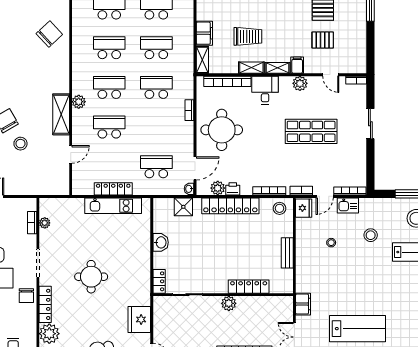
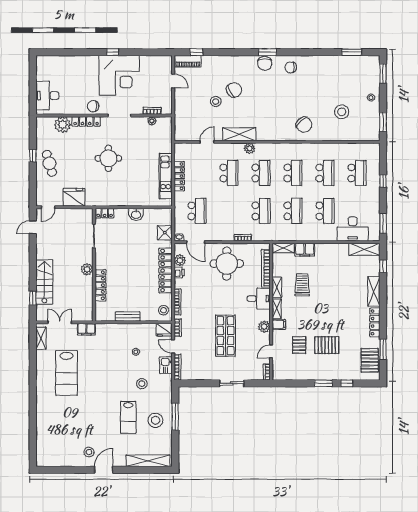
trolley: (248, 36) -> (302, 285), turned 180
door: (71, 154) -> (207, 142), swing flipped

